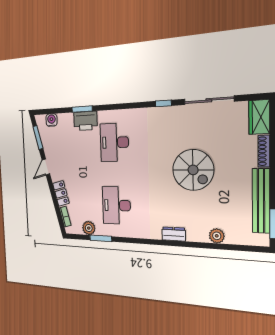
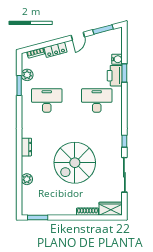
water cooler: (52, 120) -> (117, 59), moved
door: (46, 167) -> (78, 36), swing flipped
spiral stairs: (193, 170) -> (75, 163), width x1.37, depth x1.37
bench: (261, 201) -> (53, 210), removed

